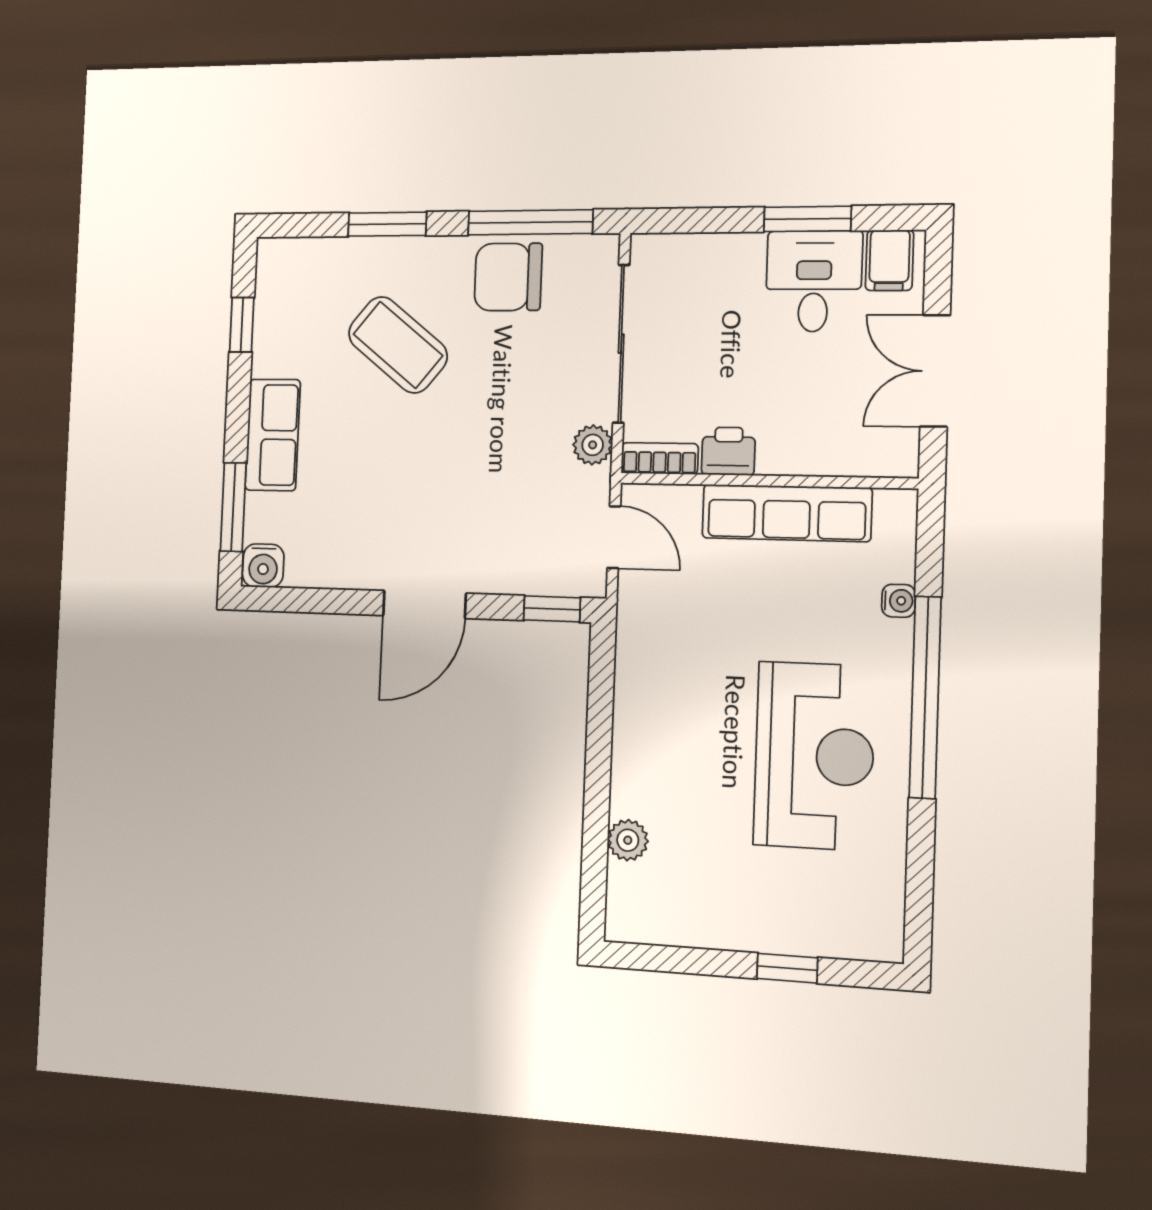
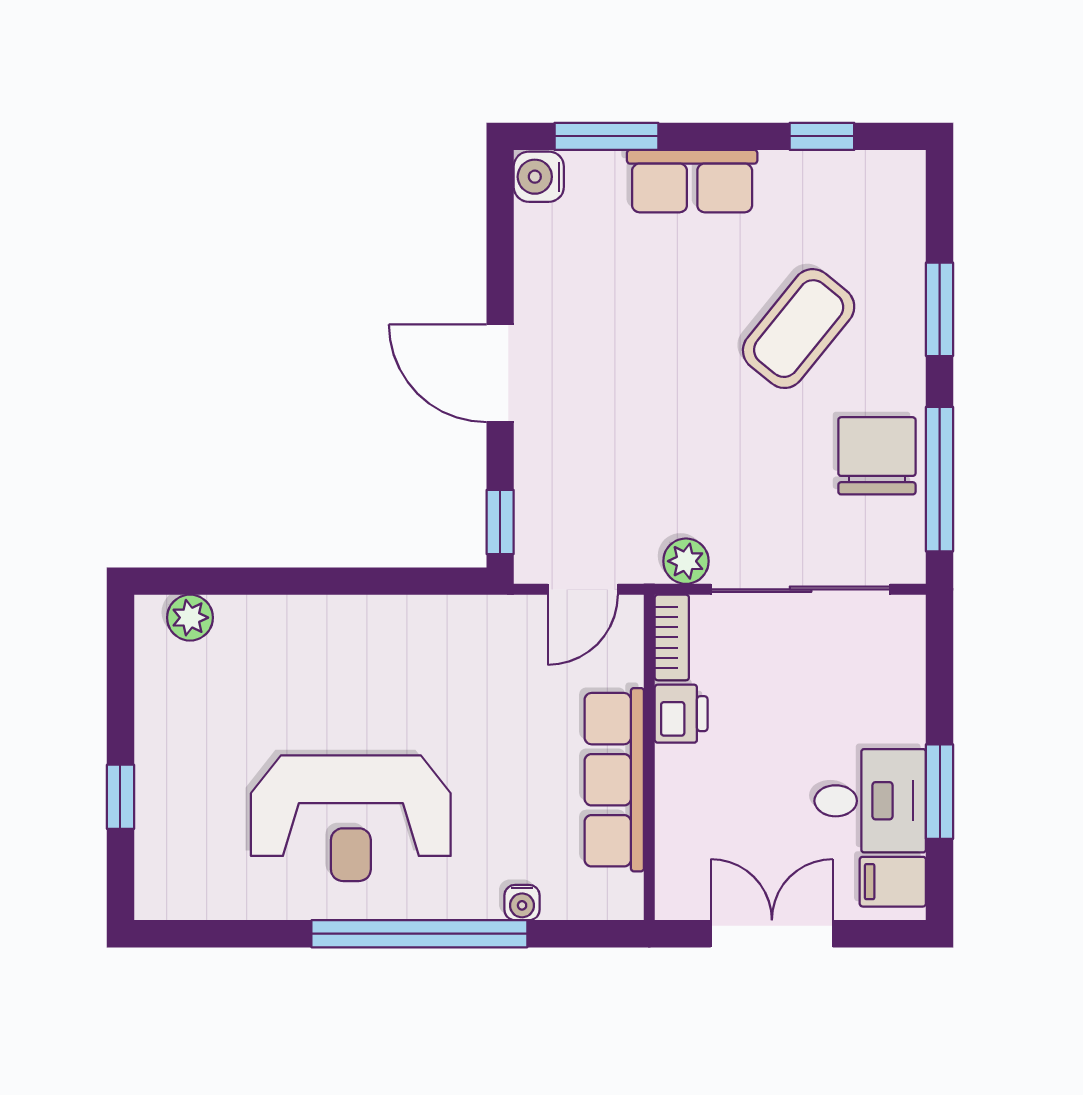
plant: (628, 840) -> (190, 618), moved

